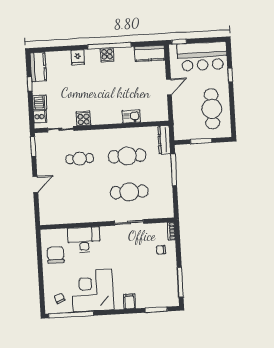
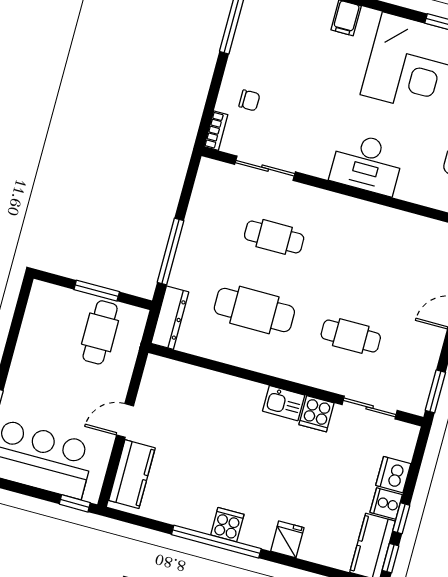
kitchen counter: (150, 53) -> (132, 474), moved, turned 90
window: (28, 64) -> (390, 558), added
cafe table: (212, 109) -> (100, 332), moved, width x0.73, depth x0.74
kitchen sink: (131, 116) -> (284, 403), moved
cooker: (40, 117) -> (386, 504), moved
cafe table: (129, 192) -> (274, 237), width x0.73, depth x0.74
sliding door: (129, 222) -> (265, 168), moved
desk: (84, 240) -> (367, 164), moved

